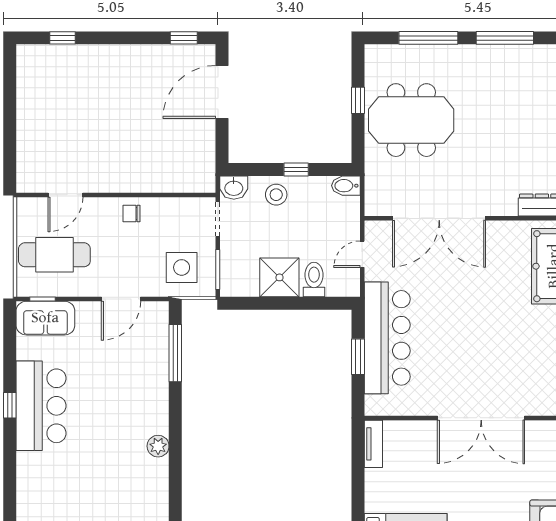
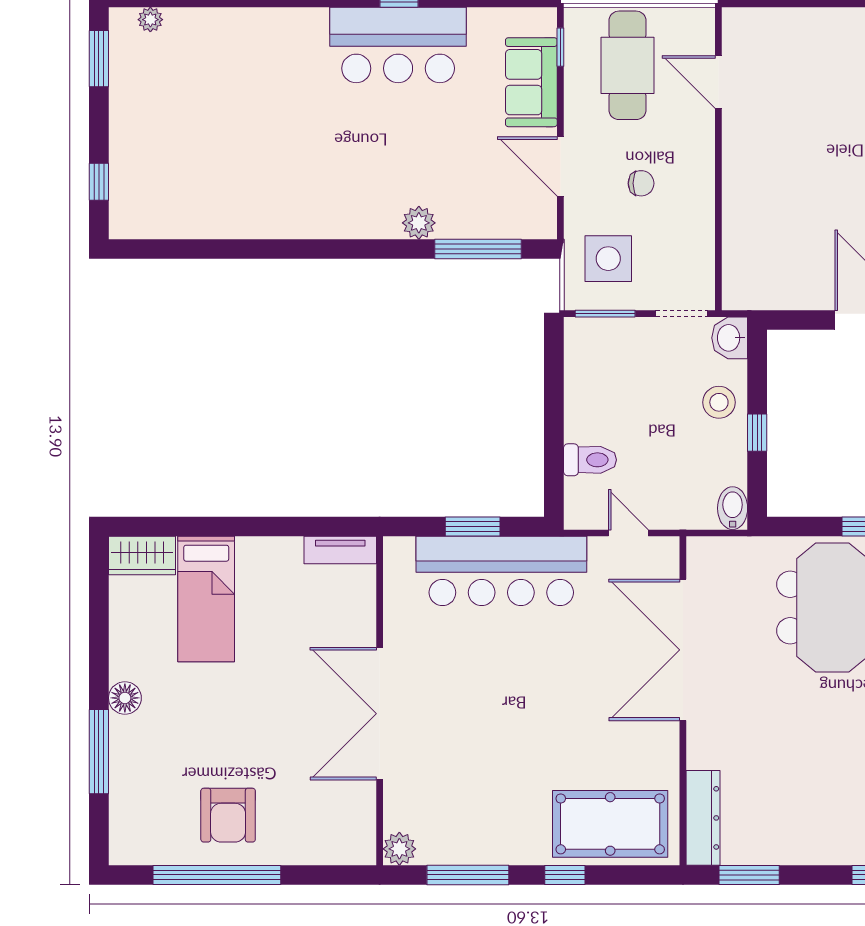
chair: (131, 213) -> (641, 183), moved, turned 90
shower: (279, 277) -> (593, 407), removed
sofa: (45, 318) -> (531, 82), moved
plant: (158, 446) -> (419, 223), moved

